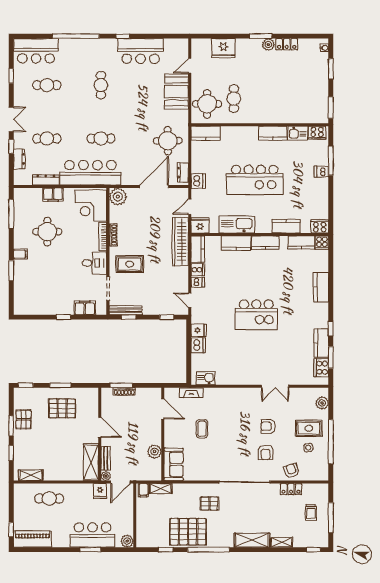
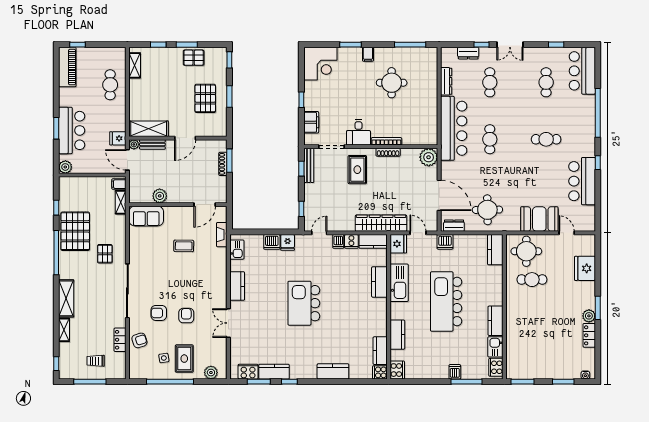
filing cabinet: (53, 195) -> (431, 89), removed
corner desk: (91, 206) -> (320, 64), moved, turned 180
kitchen counter: (265, 243) -> (237, 286), moved, turned 180

